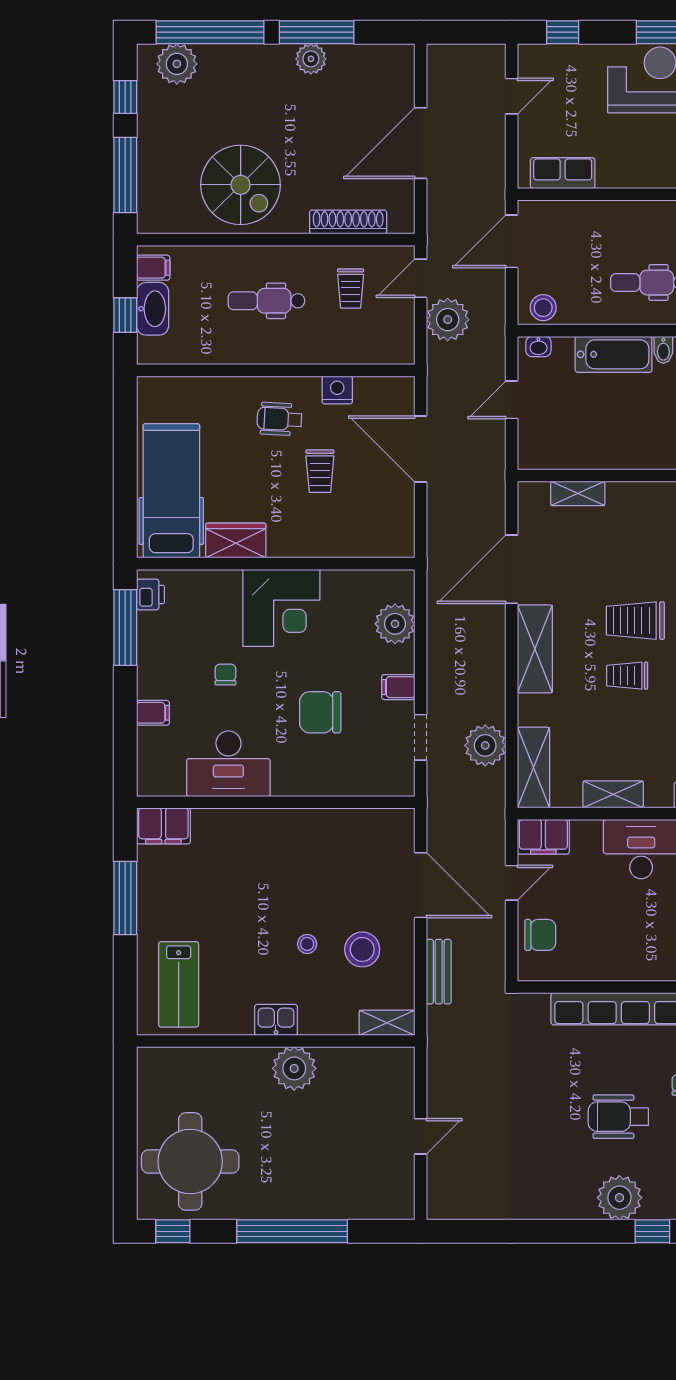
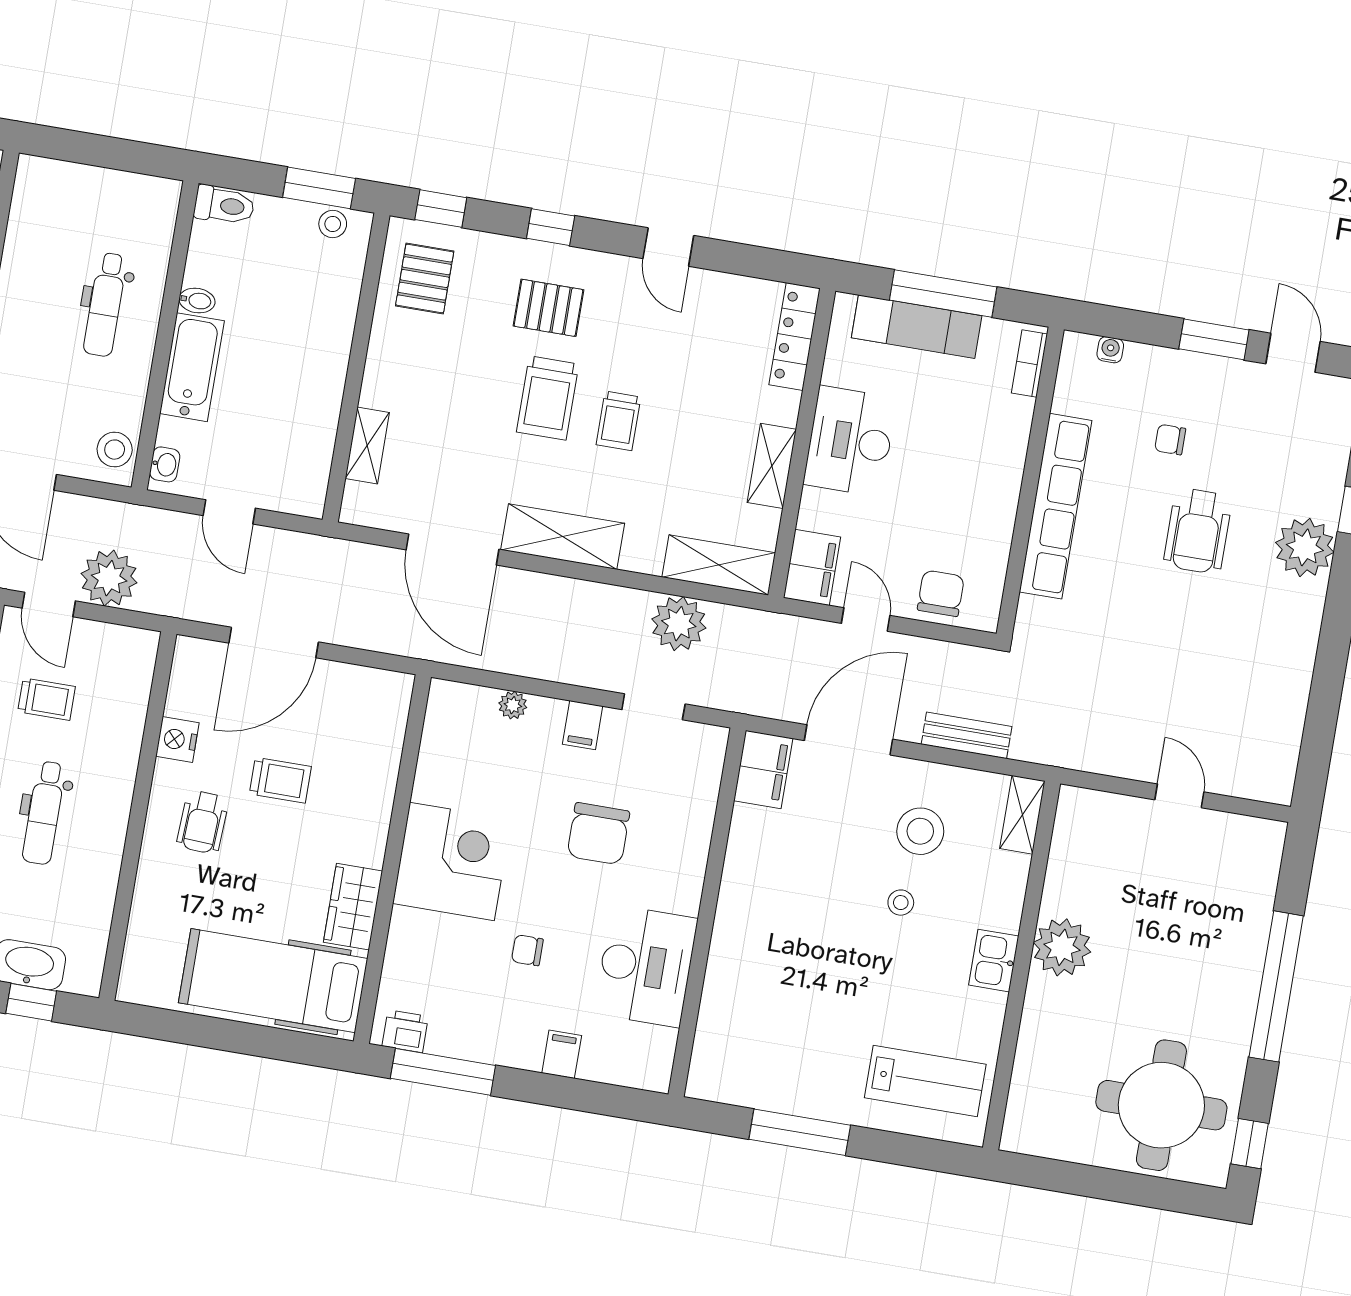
plant: (395, 624) -> (513, 705), width x0.53, depth x0.53
filing cabinet: (163, 826) -> (763, 770), moved

